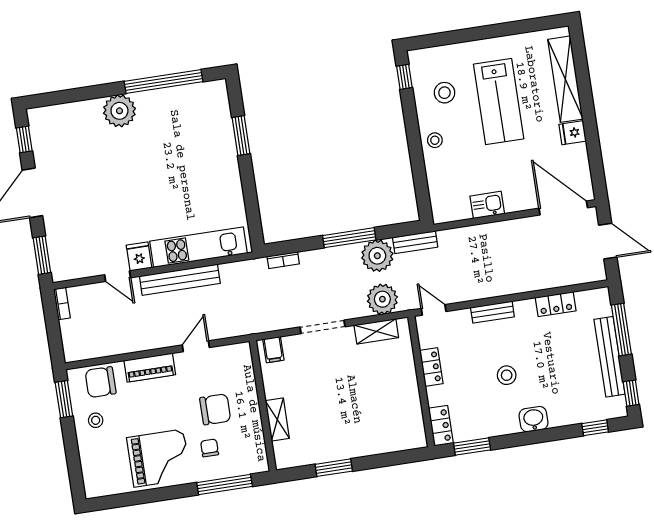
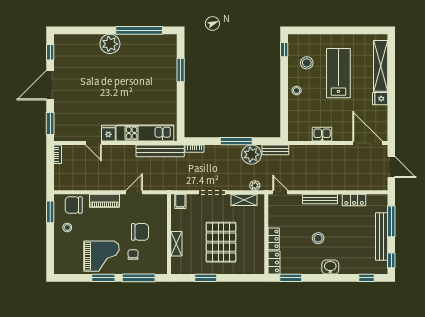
lab bench: (499, 102) -> (338, 73), turned 180
bench: (180, 280) -> (160, 151), moved
plant: (382, 299) -> (255, 185), width x0.53, depth x0.53
bench: (492, 312) -> (320, 199), width x1.36
locker: (431, 367) -> (274, 239), moved
pallet: (349, 406) -> (221, 242), added
window: (167, 493) -> (103, 278), added

